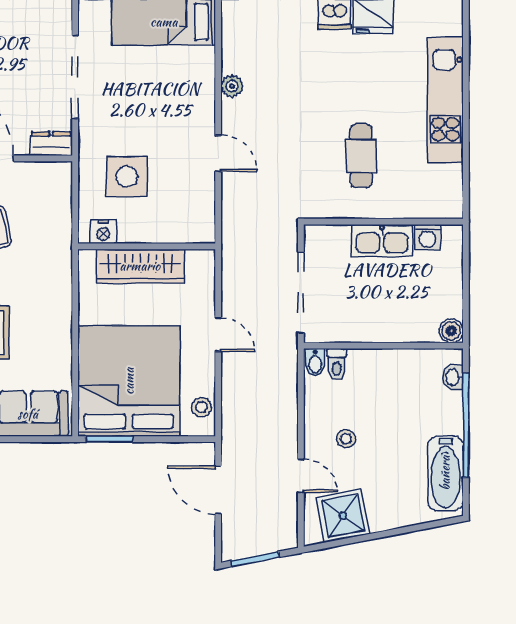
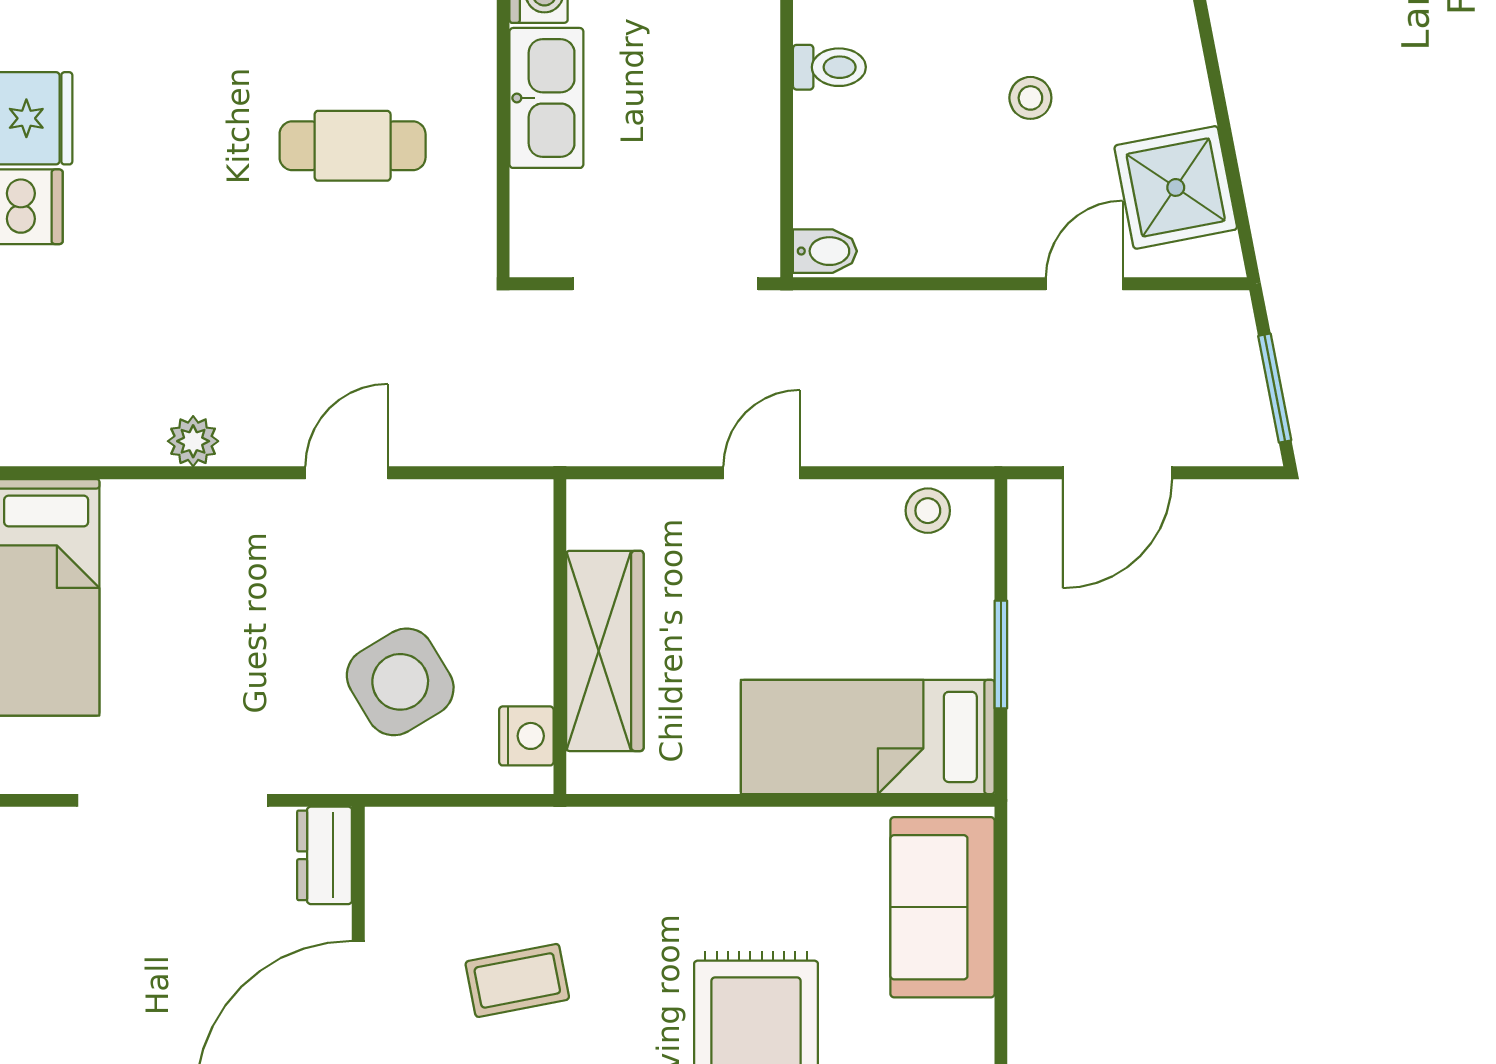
side table: (127, 177) -> (400, 682), turned -31
toilet: (337, 364) -> (829, 67), moved
bed: (129, 381) -> (868, 737), width x0.49
window: (109, 439) -> (1001, 655), moved
stool: (346, 439) -> (1030, 98), moved

